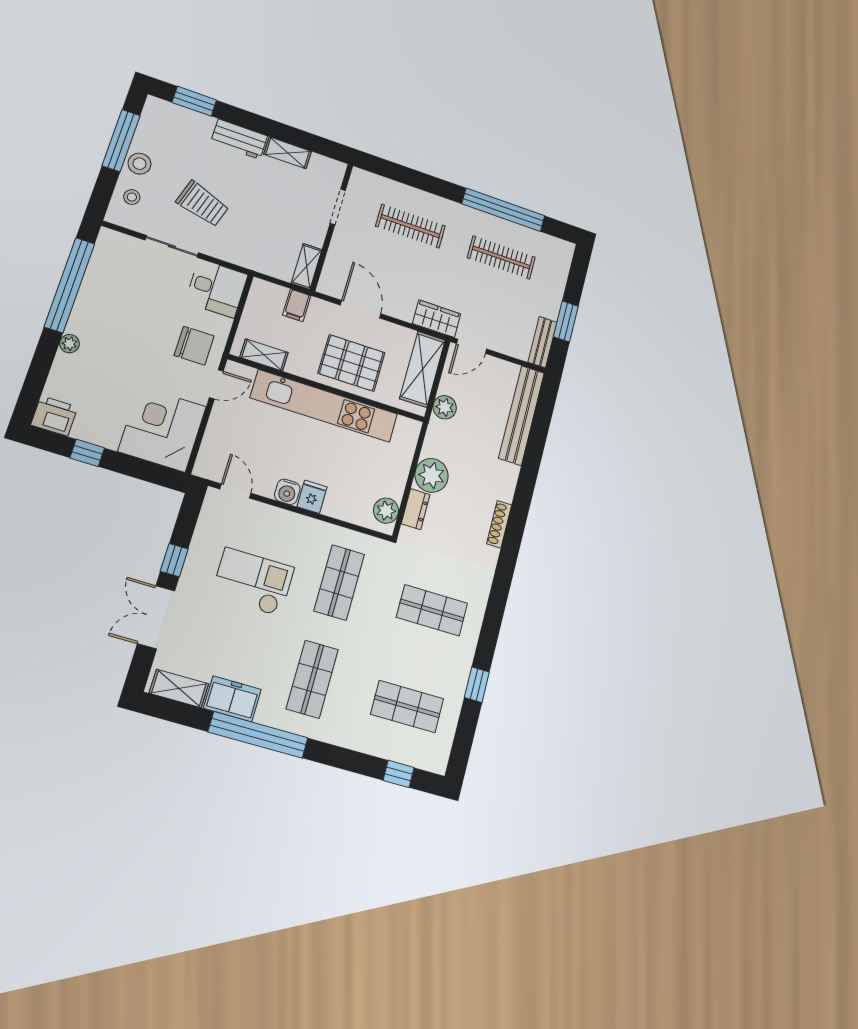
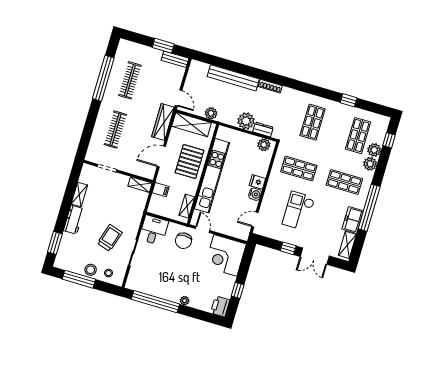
wardrobe: (437, 319) -> (163, 122), width x1.50
chair: (194, 346) -> (183, 241), turned 180
bench: (522, 415) -> (233, 78), moved
plant: (350, 734) -> (370, 164), added
plant: (378, 742) -> (374, 150), added

